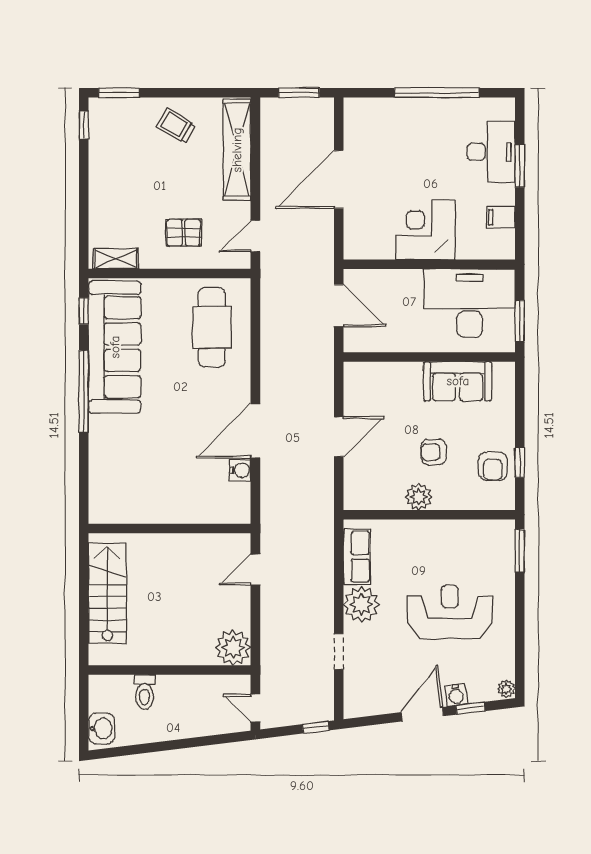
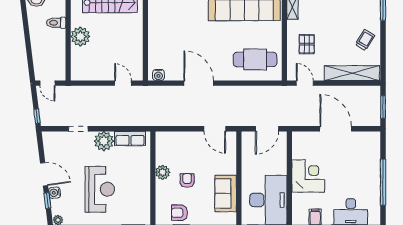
door: (339, 437) -> (215, 129), moved
water cooler: (240, 470) -> (158, 75), moved
plant: (233, 648) -> (80, 37), moved
door: (255, 708) -> (47, 83), swing flipped

